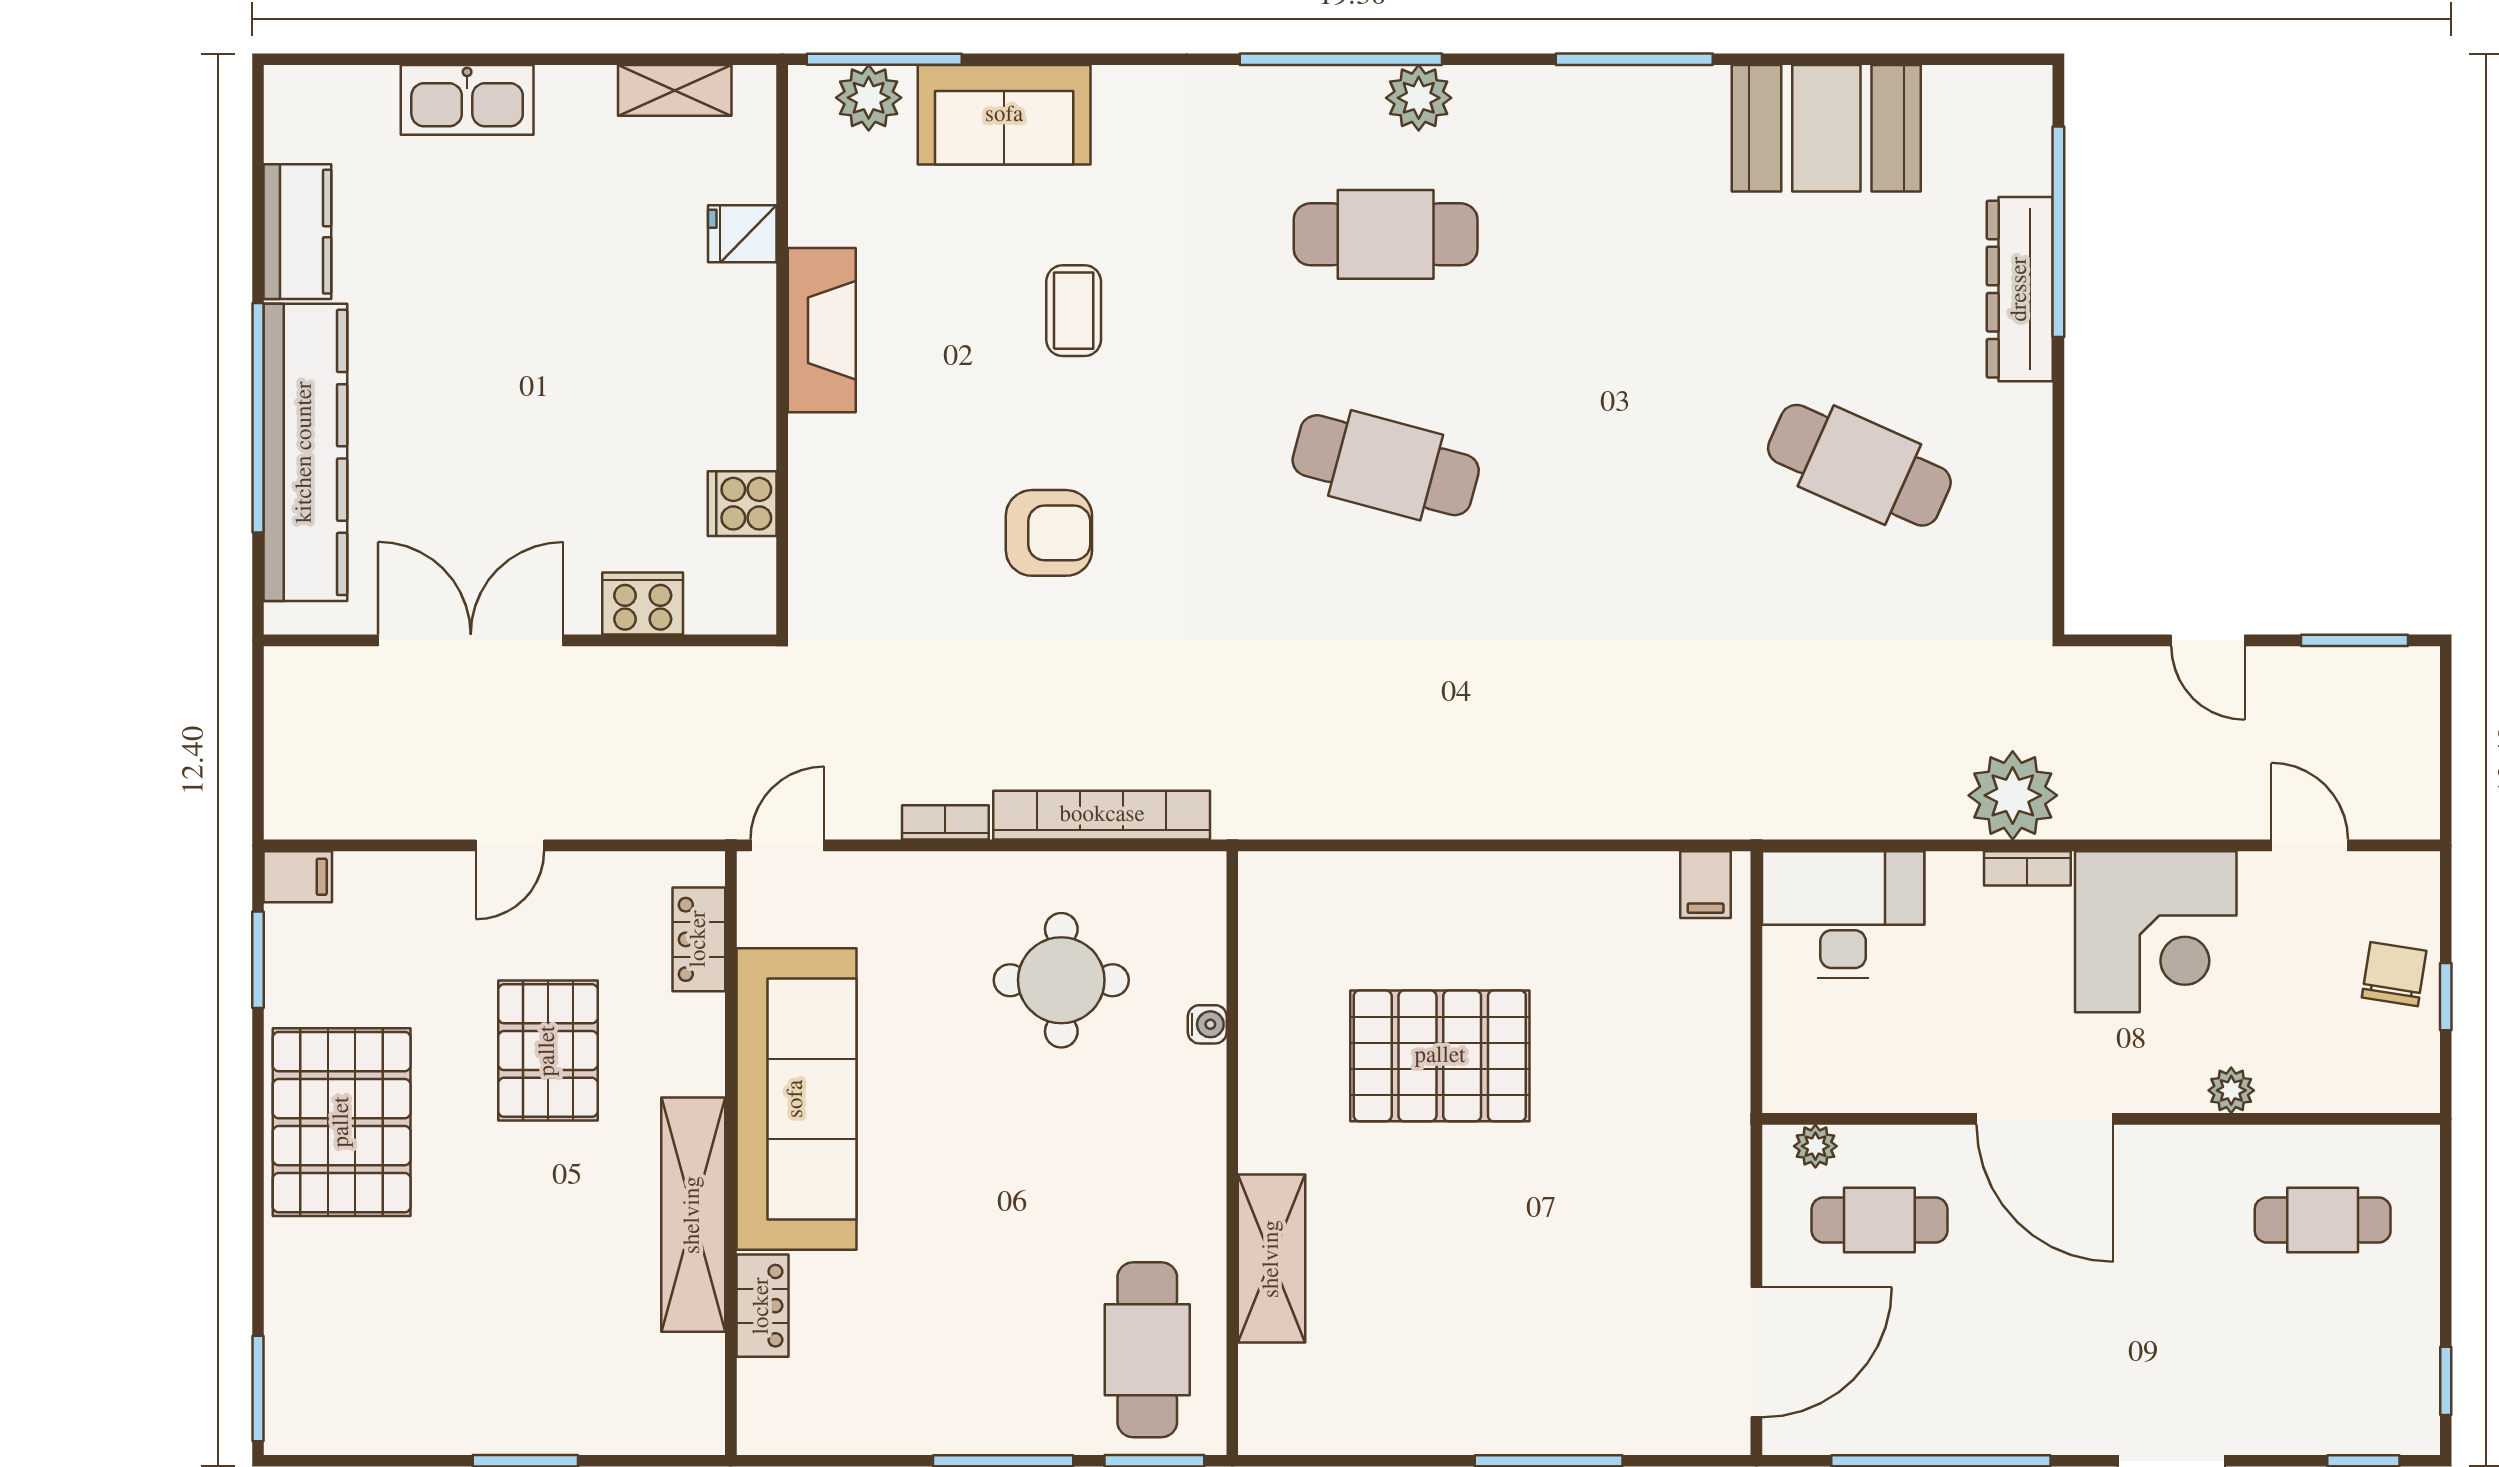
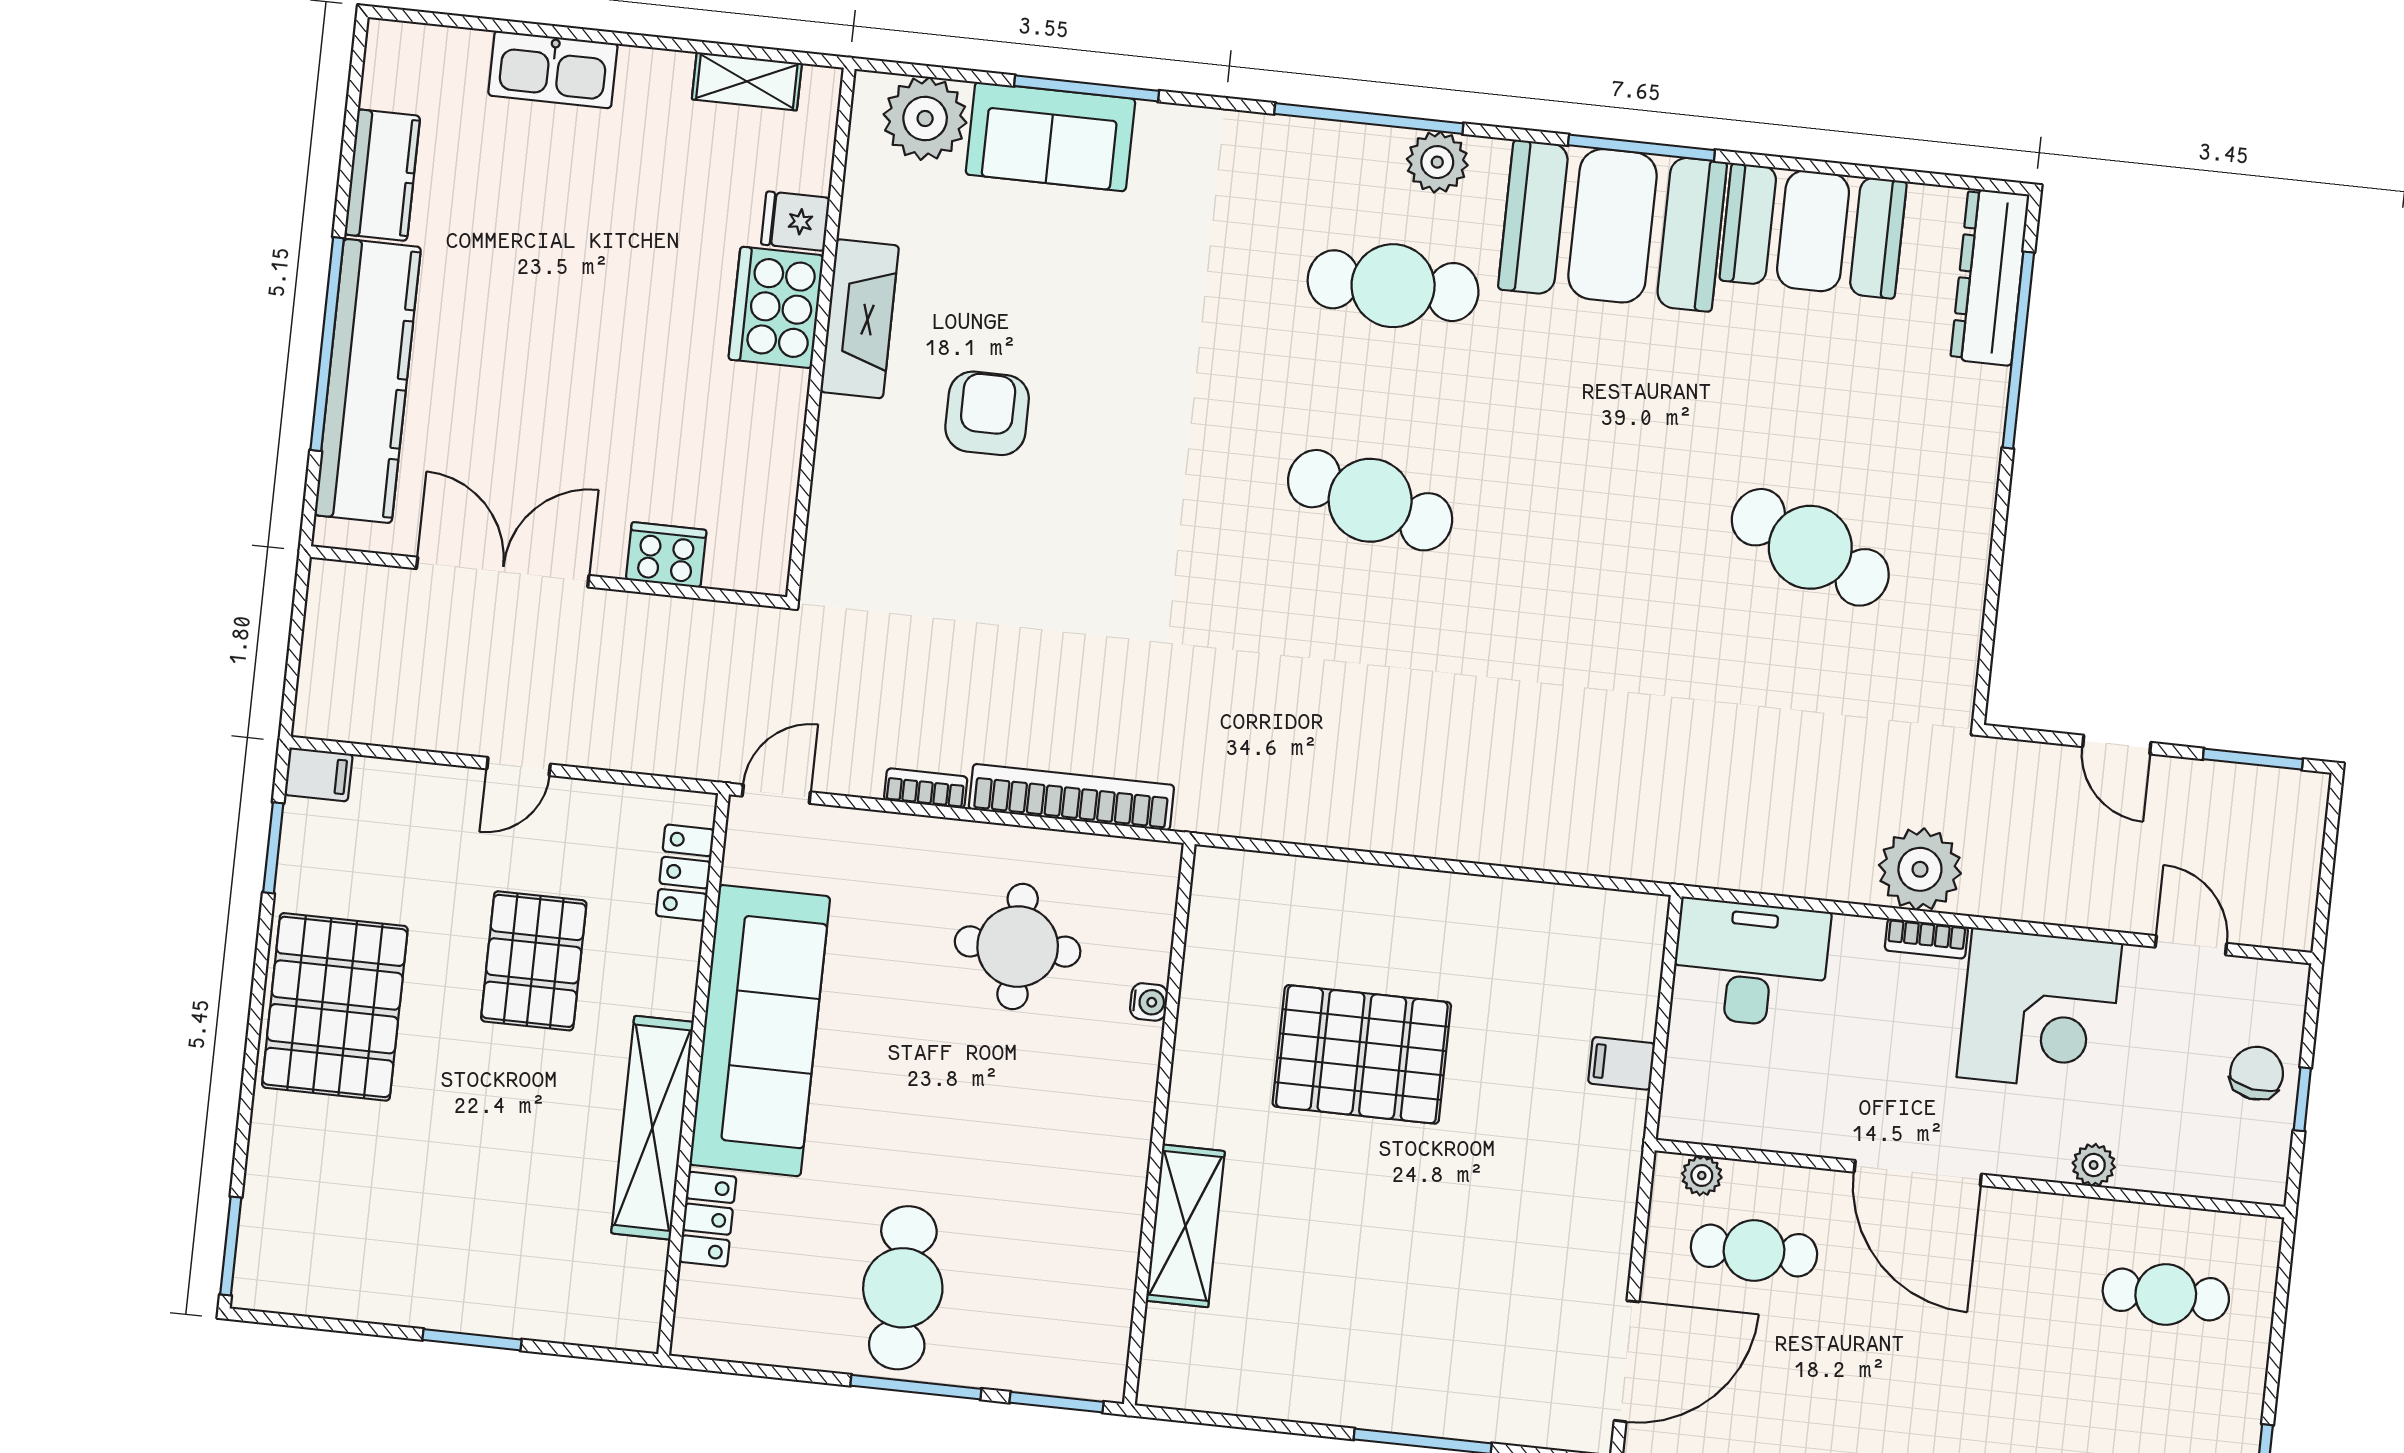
window: (884, 59) -> (1087, 88), moved
plant: (869, 98) -> (925, 119), width x1.36, depth x1.36
booth: (1612, 146) -> (1613, 226), added
dresser: (2020, 289) -> (1990, 277), moved
coffee table: (1074, 311) -> (1096, 326), removed
cooker: (742, 504) -> (776, 307), moved, width x1.87, depth x1.31
armchair: (1049, 533) -> (987, 413), moved, turned -90
filing cabinet: (1706, 885) -> (1621, 1063), moved, turned 90
cafe table: (1147, 1350) -> (903, 1288), moved

